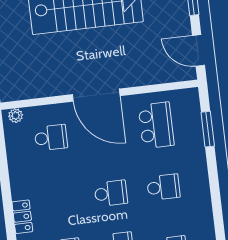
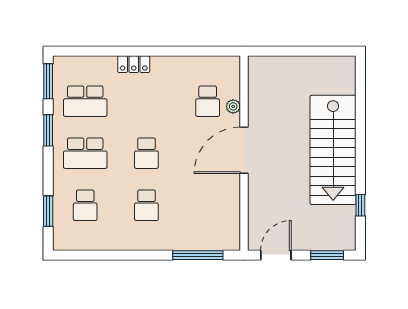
plant: (16, 116) -> (233, 106), moved
school desk: (156, 125) -> (208, 205), removed
window: (208, 129) -> (198, 255), width x1.44

